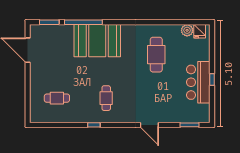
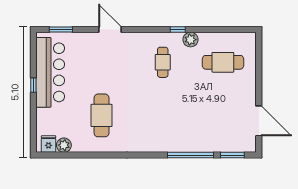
booth: (97, 41) -> (174, 133), removed
bar counter: (198, 82) -> (50, 72), width x1.36
cafe table: (57, 98) -> (223, 62), width x1.37, depth x1.35
plant: (83, 117) -> (191, 40), added

